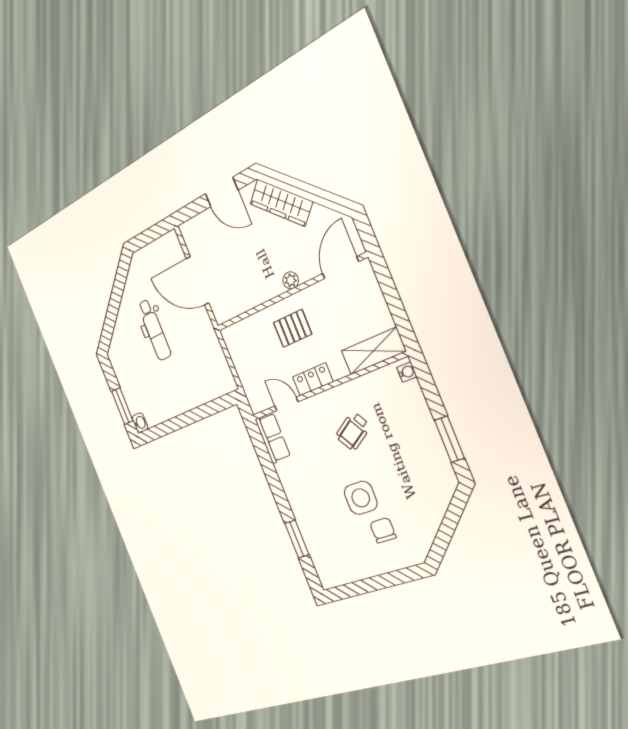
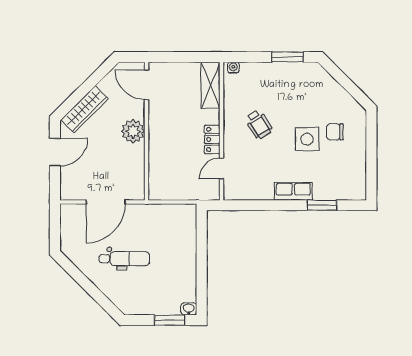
plant: (291, 280) -> (133, 131), width x1.88, depth x1.88
pallet: (293, 328) -> (171, 139), removed
row of seats: (273, 438) -> (293, 191), moved

